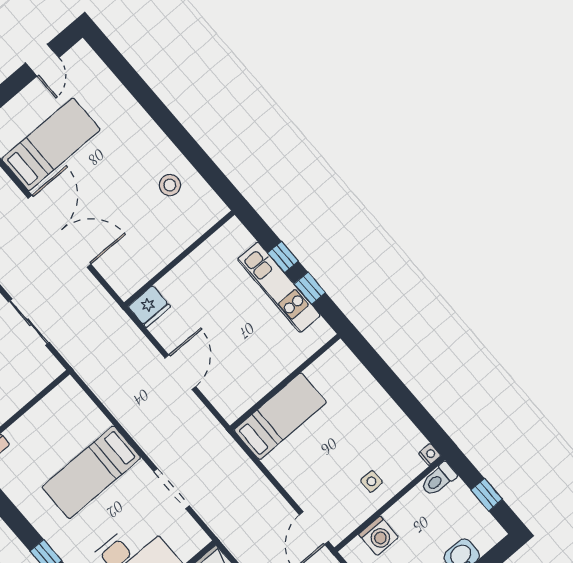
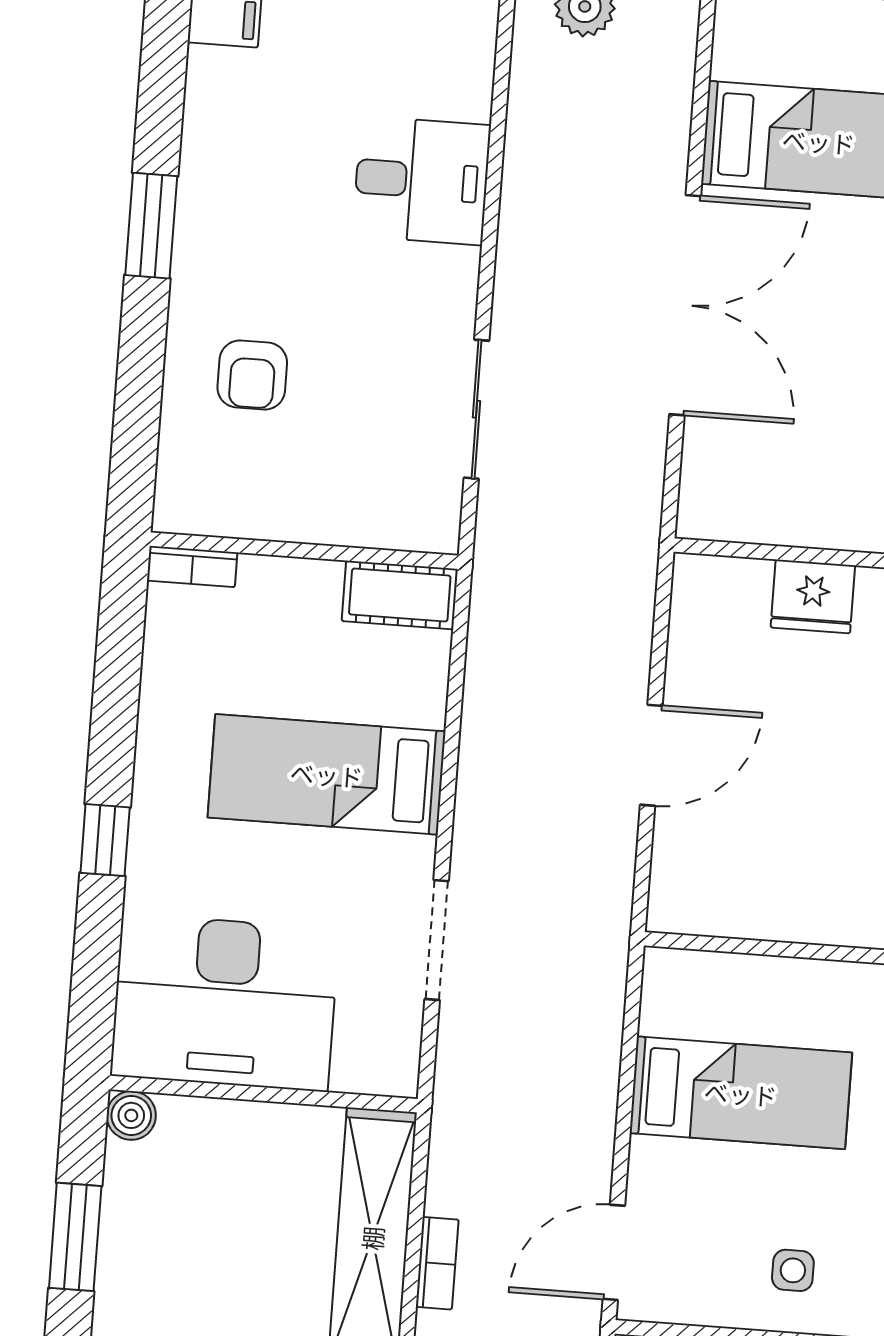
fridge: (149, 307) -> (813, 596), moved
cot: (61, 399) -> (400, 595), added
bed: (280, 416) -> (741, 1093), moved

